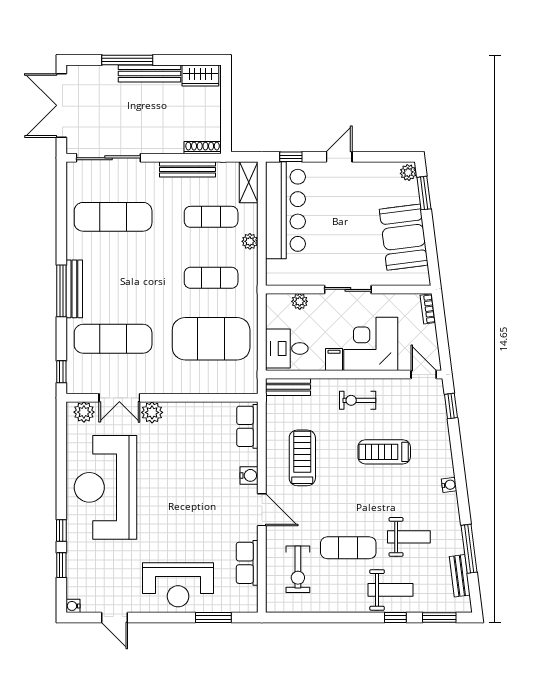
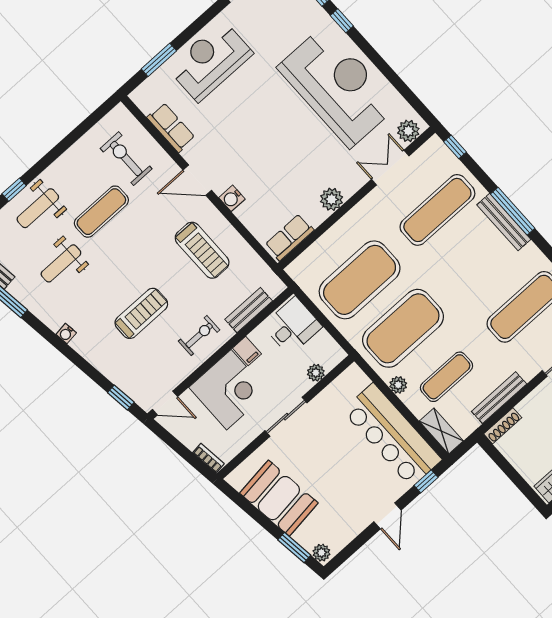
exercise mat: (211, 278) -> (403, 328), width x2.00, depth x1.45
bench: (288, 387) -> (249, 310), moved
plant: (152, 412) -> (332, 199), moved
row of seats: (247, 426) -> (289, 237), moved, turned -90

